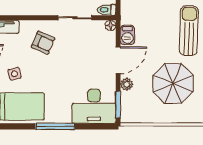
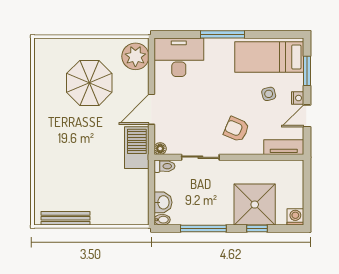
sun lounger: (189, 31) -> (71, 143), removed
barbecue: (127, 35) -> (137, 148), width x1.88, depth x1.53
plant: (127, 84) -> (135, 56), moved, width x1.88, depth x1.88
window: (118, 104) -> (151, 59), removed

